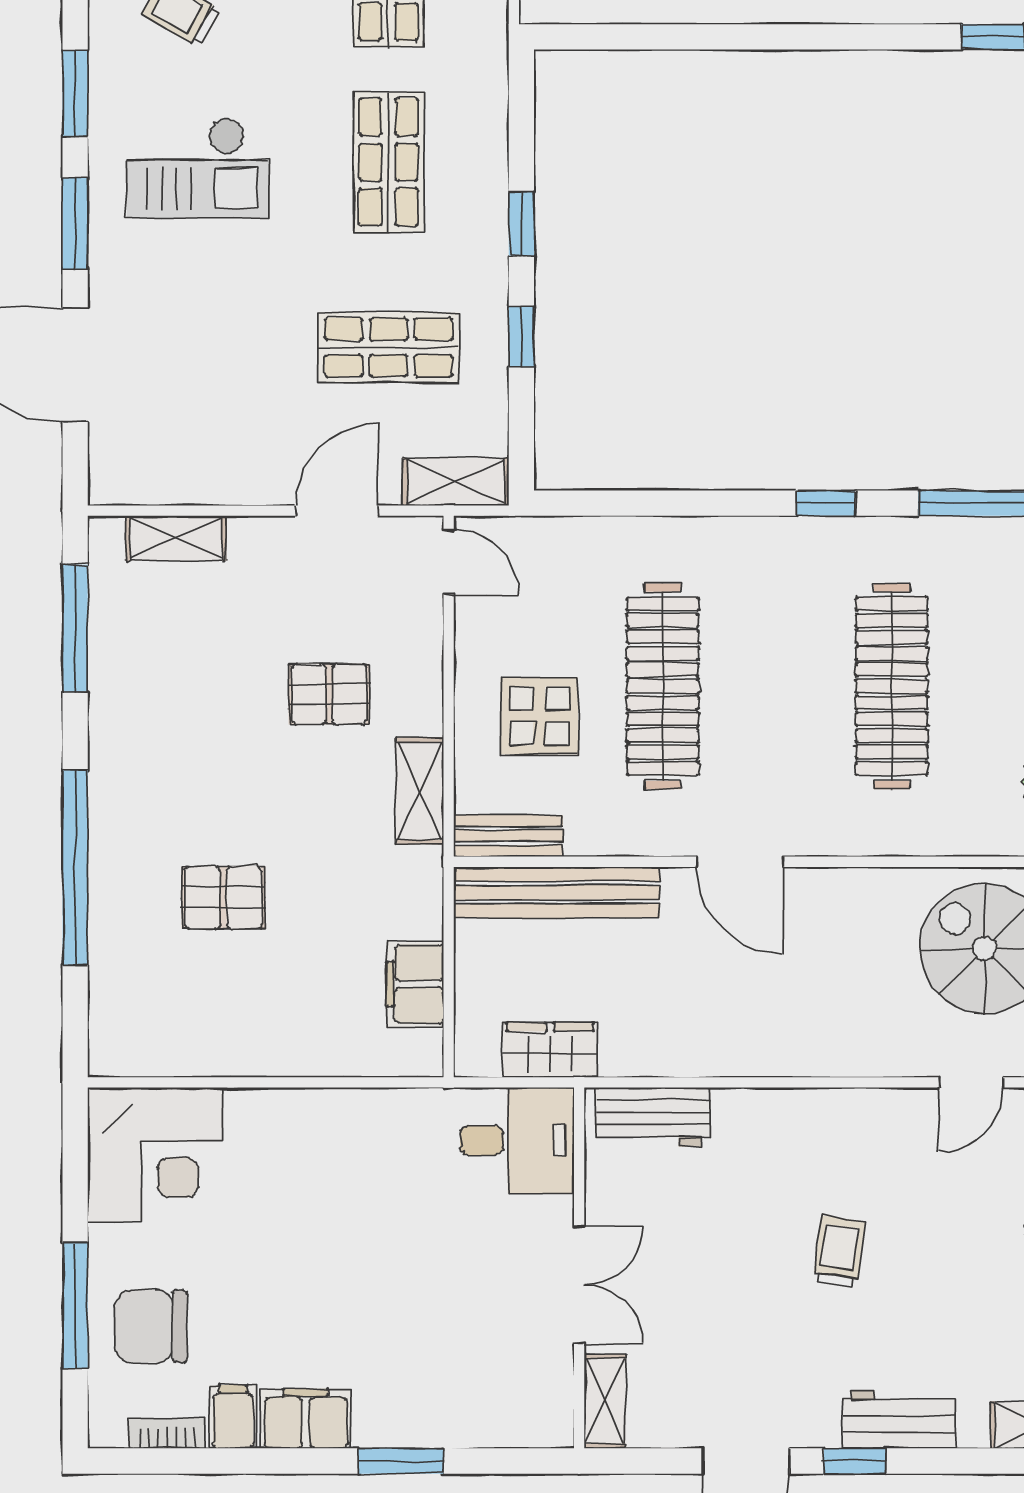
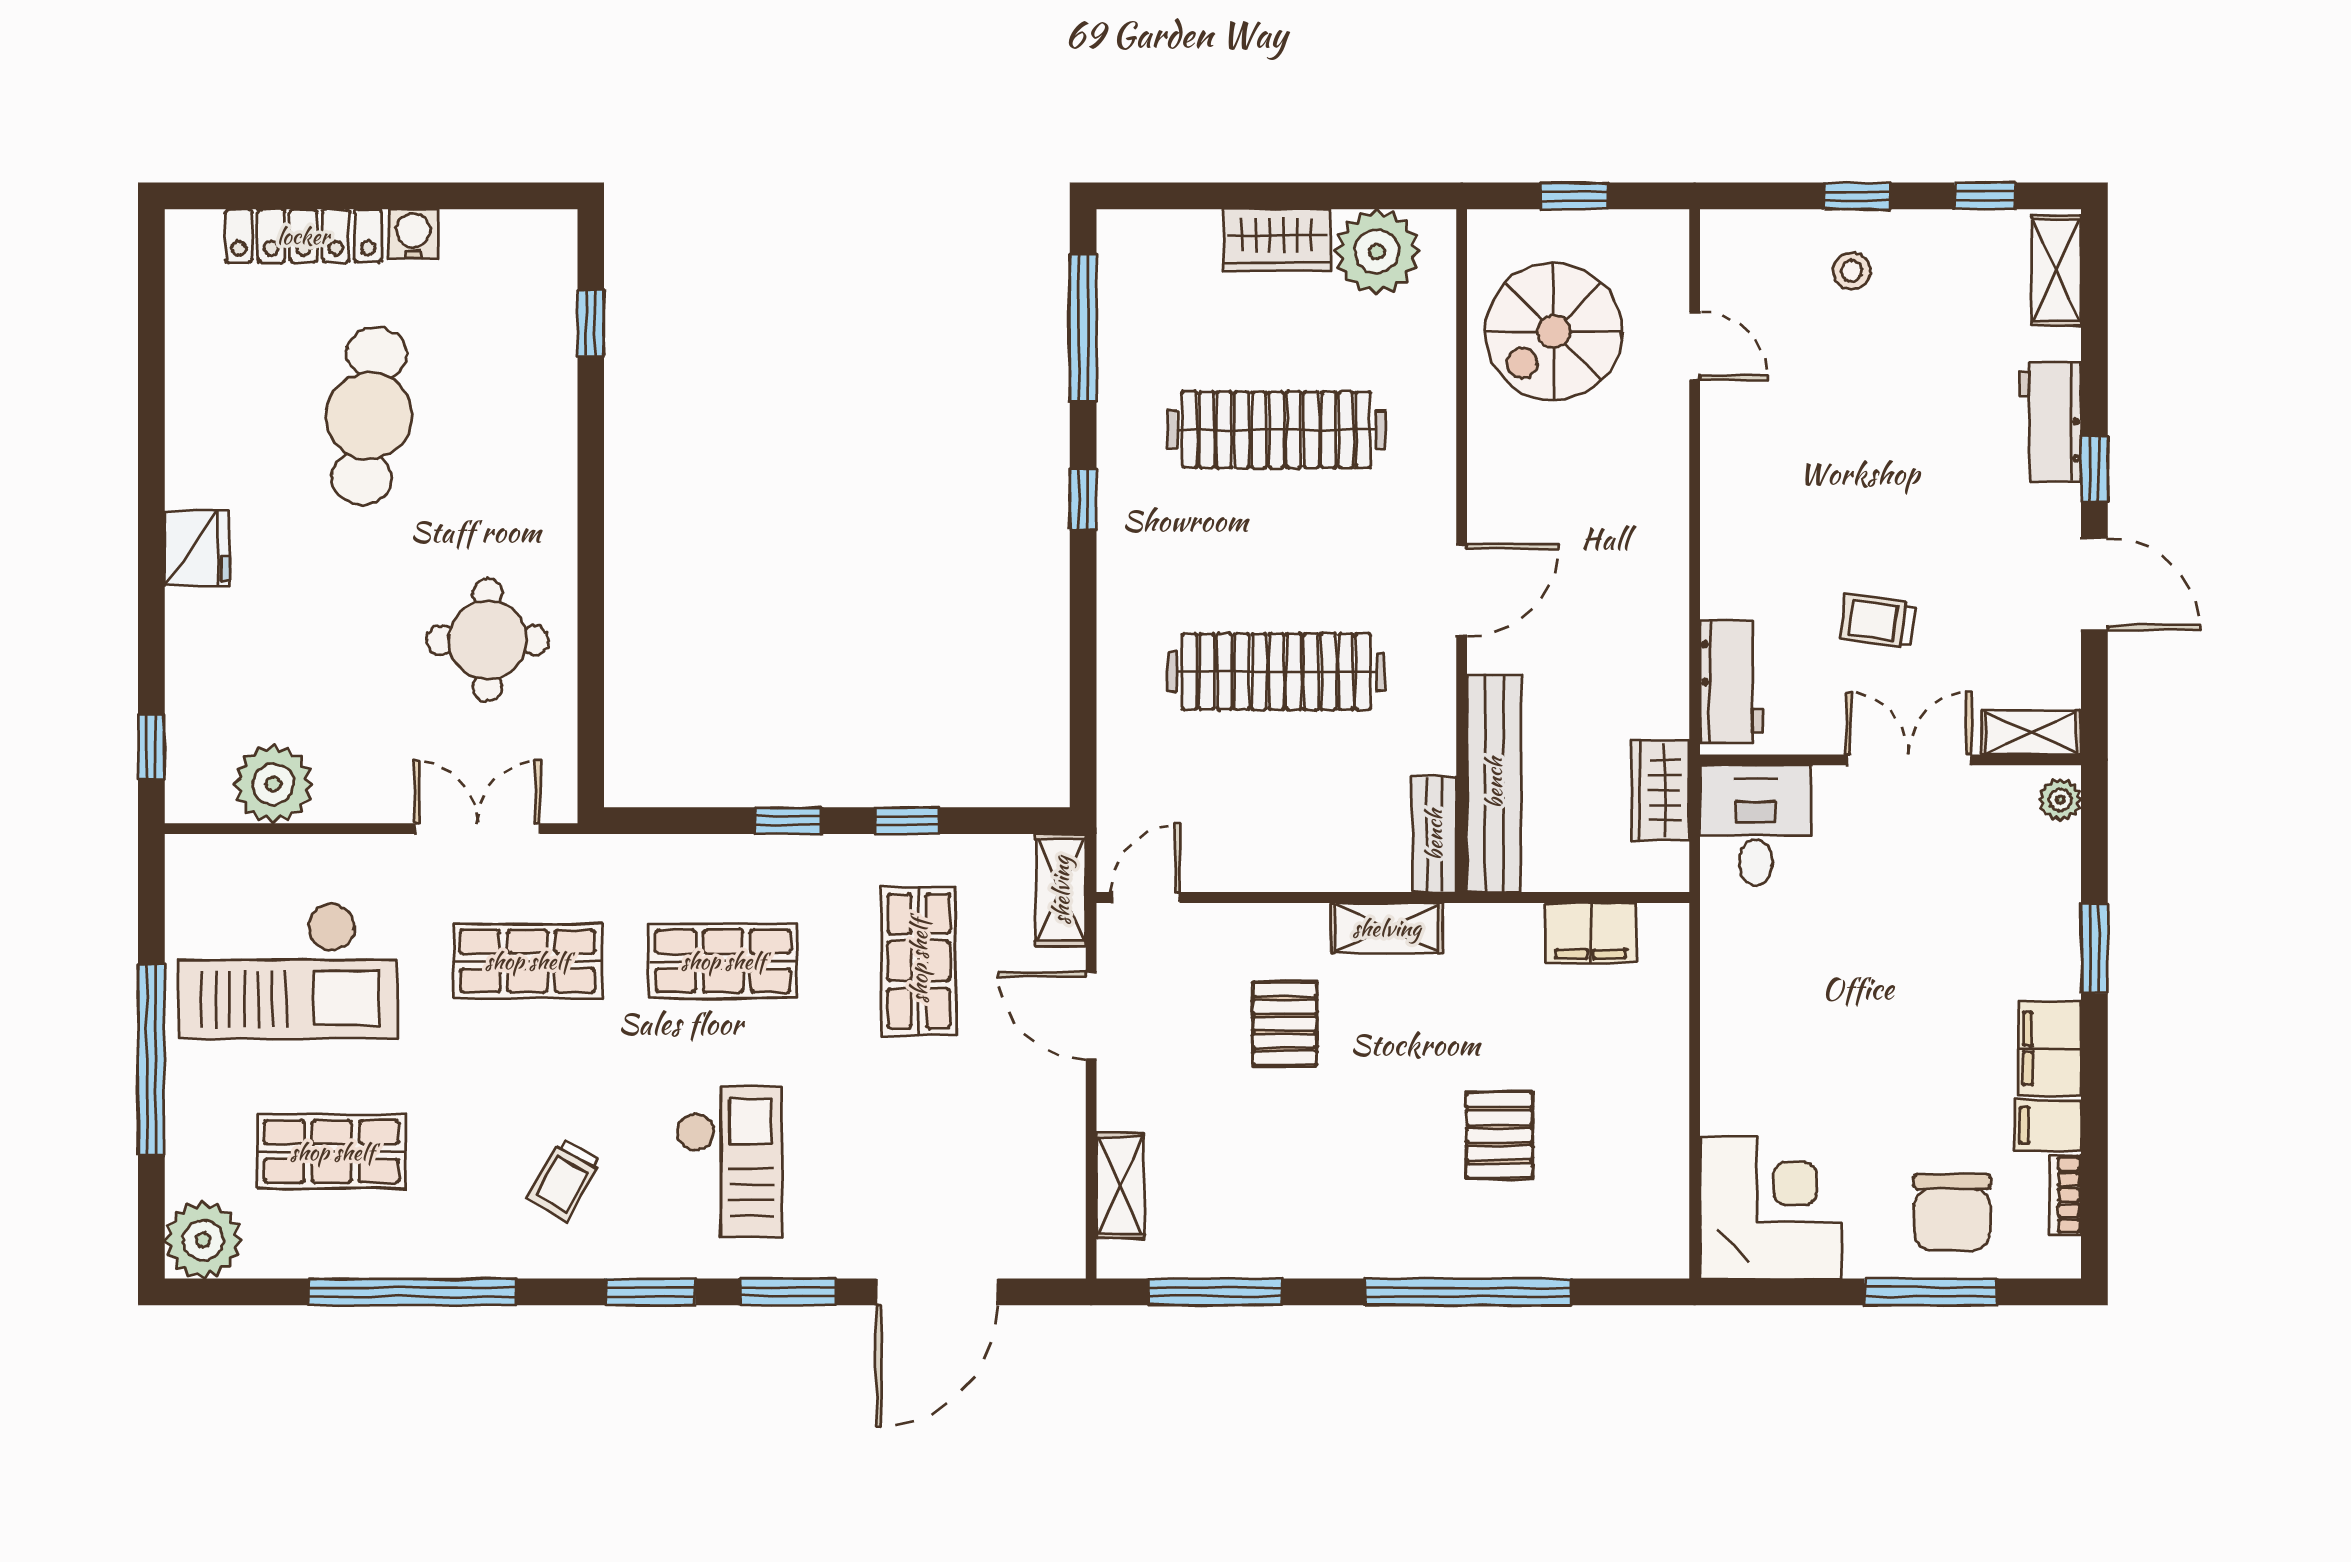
display table: (539, 716) -> (1308, 802), removed
trolley: (839, 1251) -> (1878, 621), moved
plant: (541, 1429) -> (2060, 800), added

